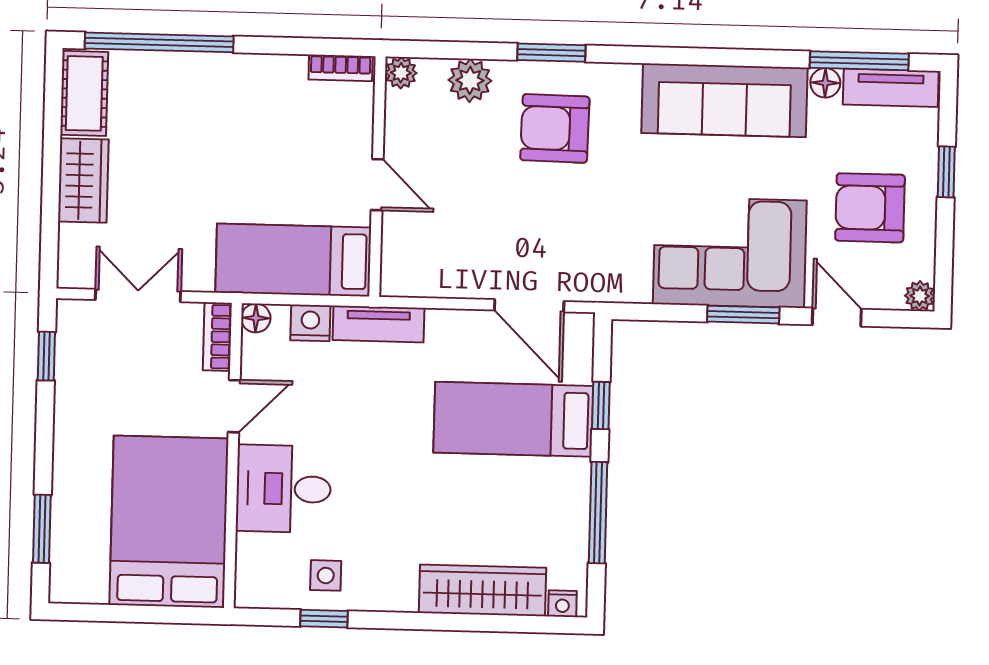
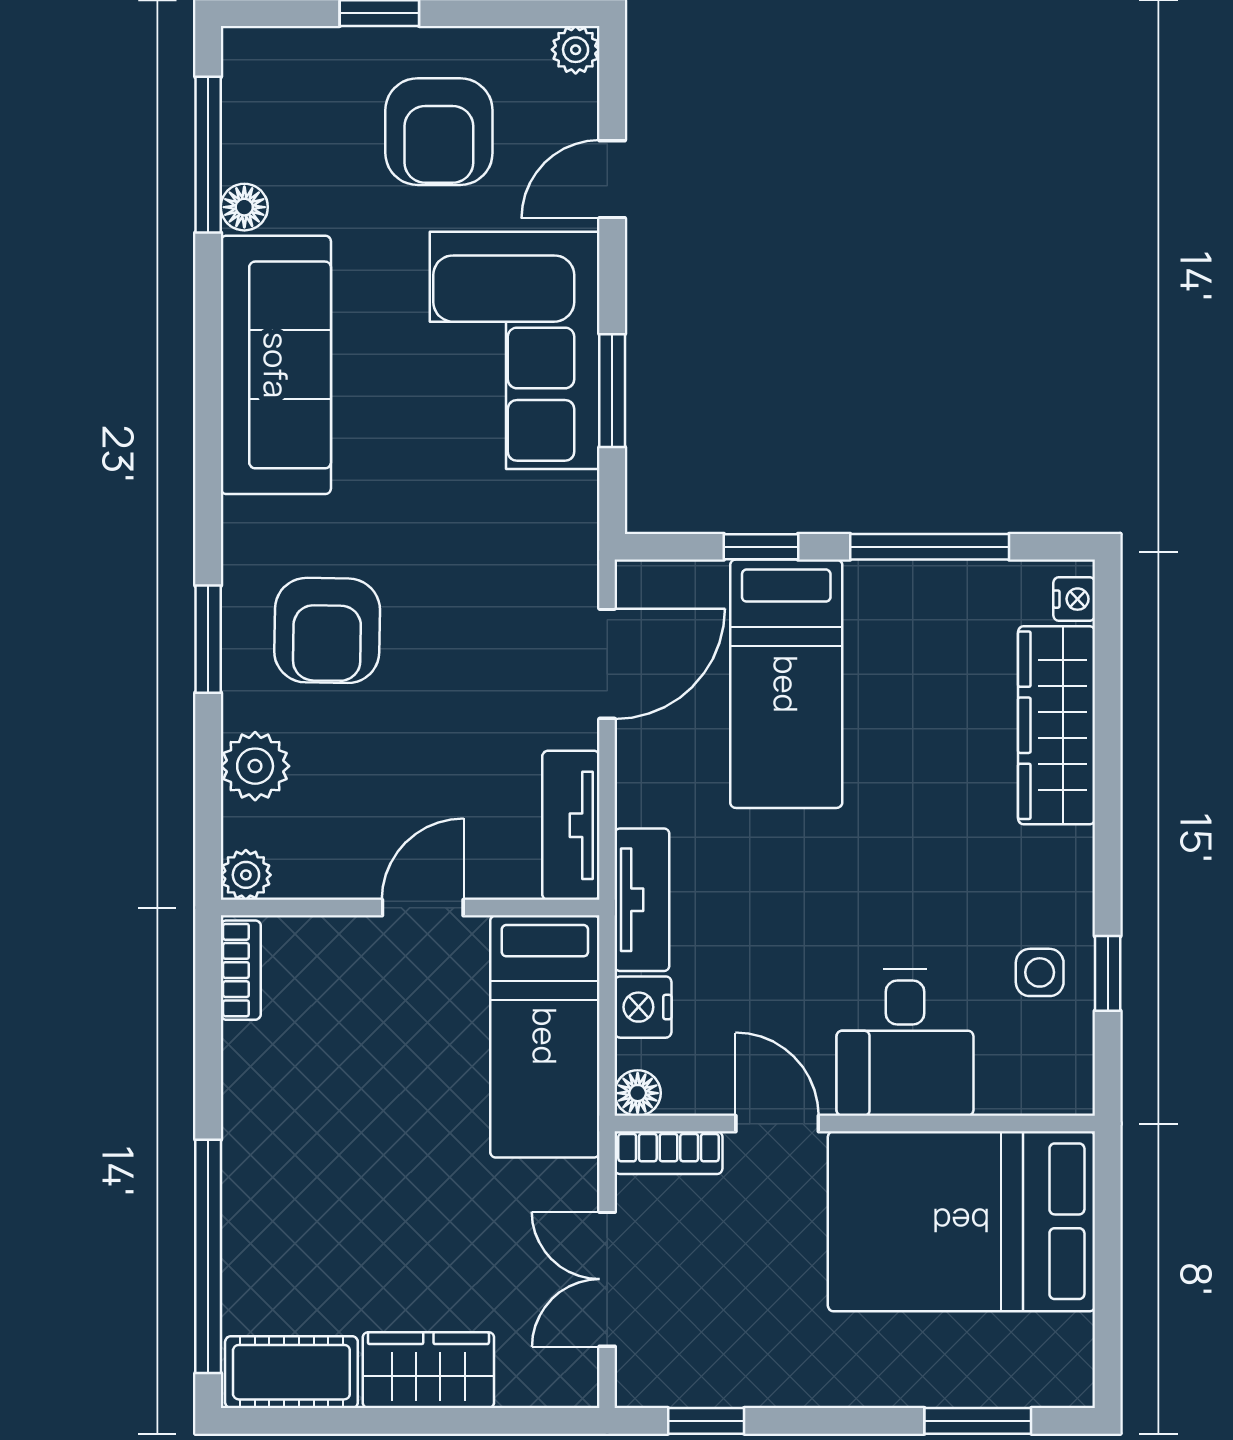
tv unit: (891, 88) -> (571, 825), moved, turned 180
window: (743, 315) -> (612, 391), moved

